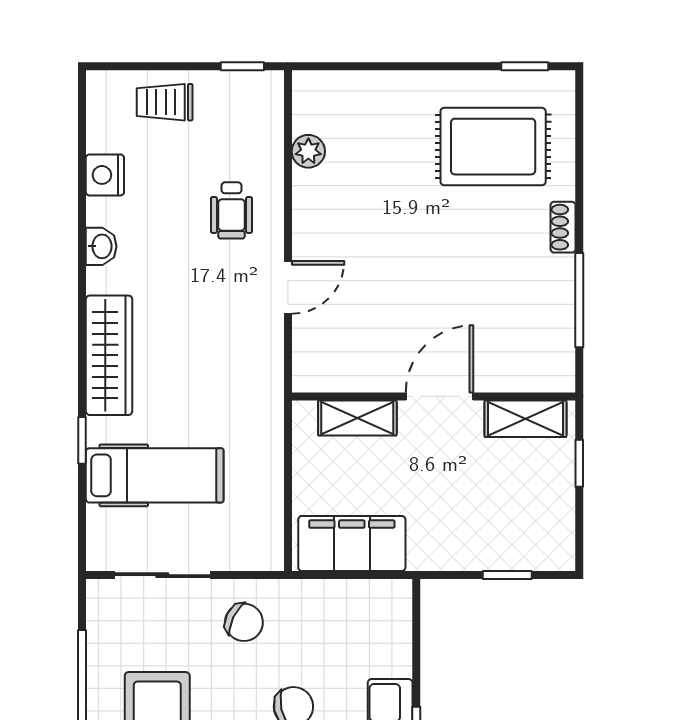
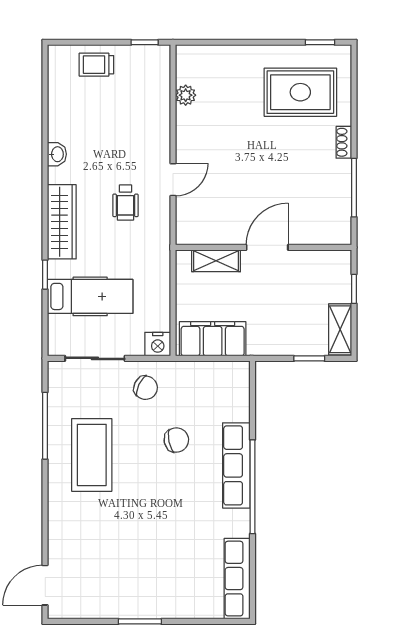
nightstand: (105, 175) -> (158, 344), moved, turned -90
wheelchair: (232, 210) -> (125, 203), moved
shelving: (525, 419) -> (340, 329), moved, turned 90

